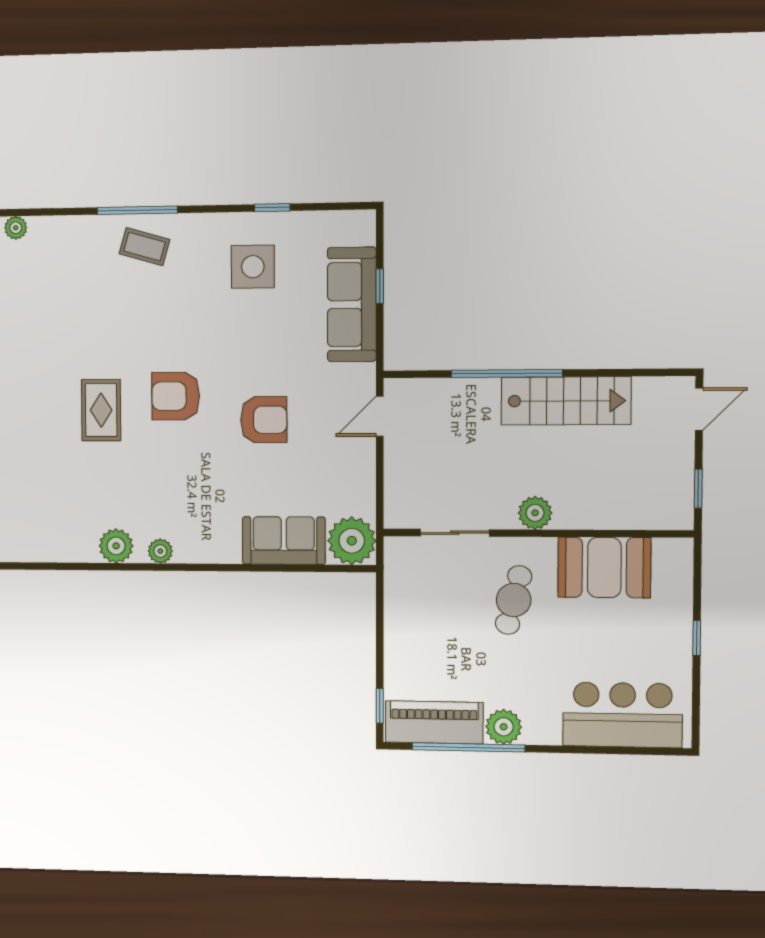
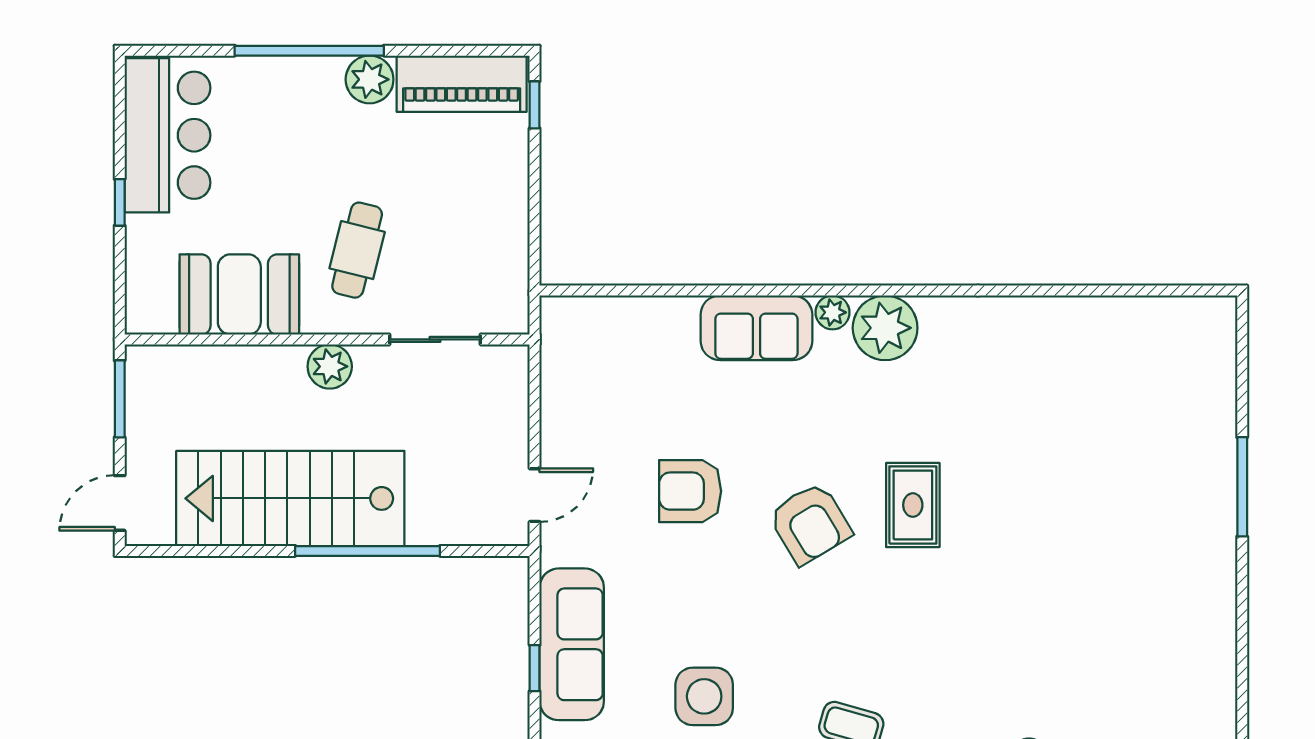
armchair: (176, 396) -> (810, 523), turned 59
stairs: (566, 401) -> (290, 498), width x1.36, depth x1.51
window: (698, 489) -> (120, 399), width x1.50
sofa: (284, 541) -> (756, 328), moved
plant: (352, 541) -> (572, 328), removed
plant: (116, 546) -> (885, 328), width x1.36, depth x1.36
bar counter: (622, 715) -> (167, 135), moved, turned -90
window: (468, 747) -> (309, 51), moved

